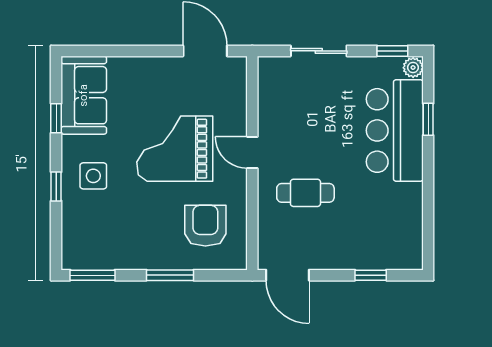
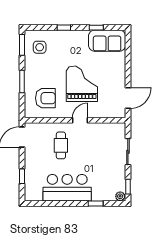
bar counter: (395, 130) -> (67, 188), moved
side table: (93, 176) -> (40, 47), moved

